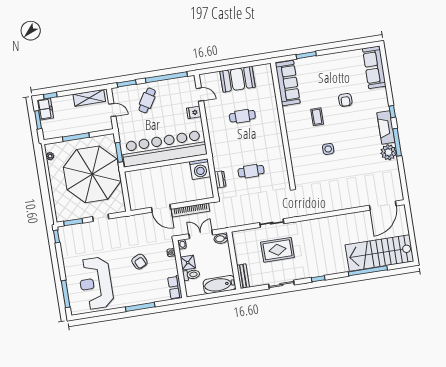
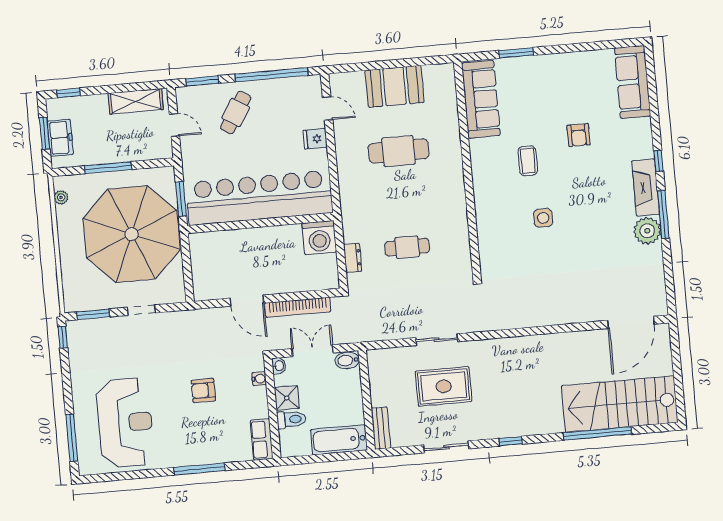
freezer: (45, 109) -> (60, 138), moved
cafe table: (242, 116) -> (399, 151), width x1.37, depth x1.35
armchair: (139, 262) -> (203, 390), turned 116
reception desk: (96, 283) -> (125, 423), turned 180

